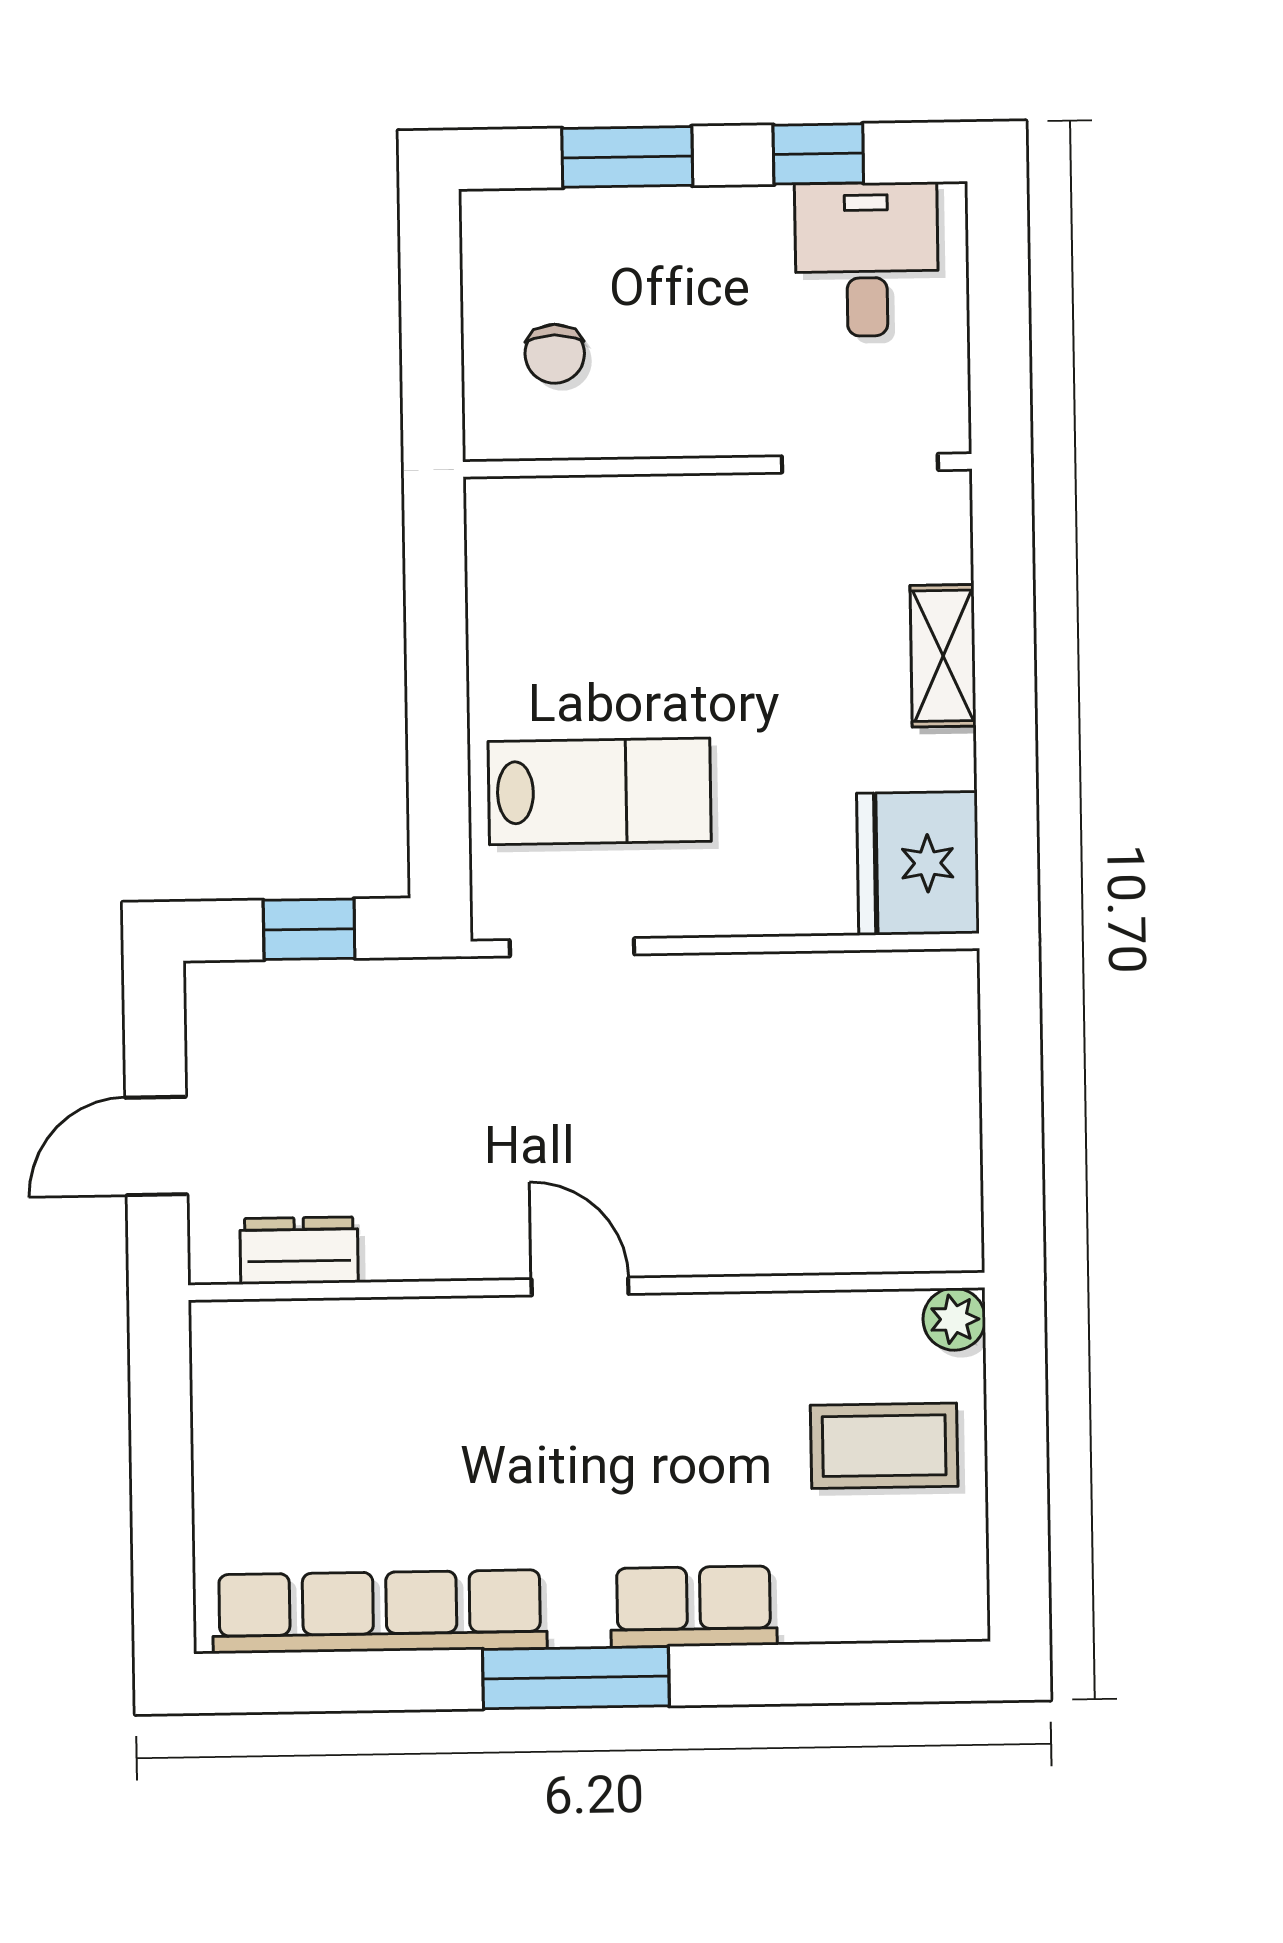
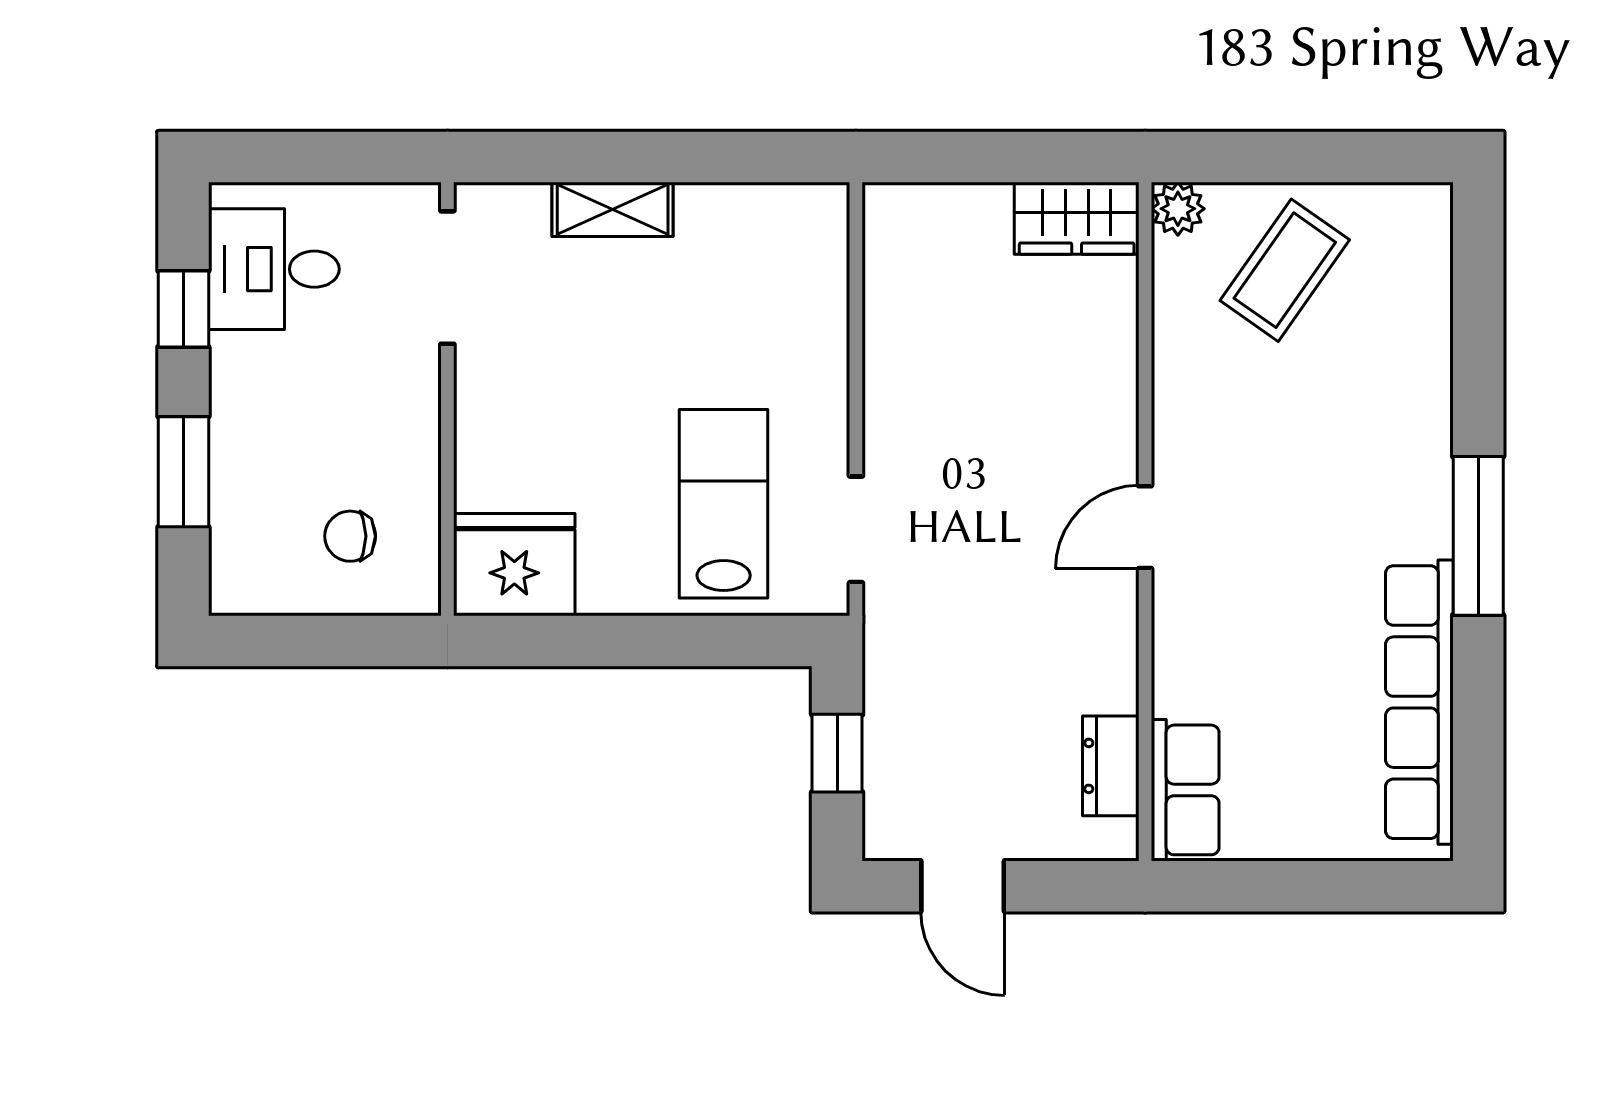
chair: (555, 354) -> (350, 536), turned 180
fridge: (918, 863) -> (514, 565), moved, turned 180
door: (156, 1146) -> (963, 886), moved
wardrobe: (941, 1201) -> (1077, 218), added
coffee table: (884, 1446) -> (1285, 270), turned 35
row of seats: (694, 1607) -> (1185, 790), moved, turned 180

